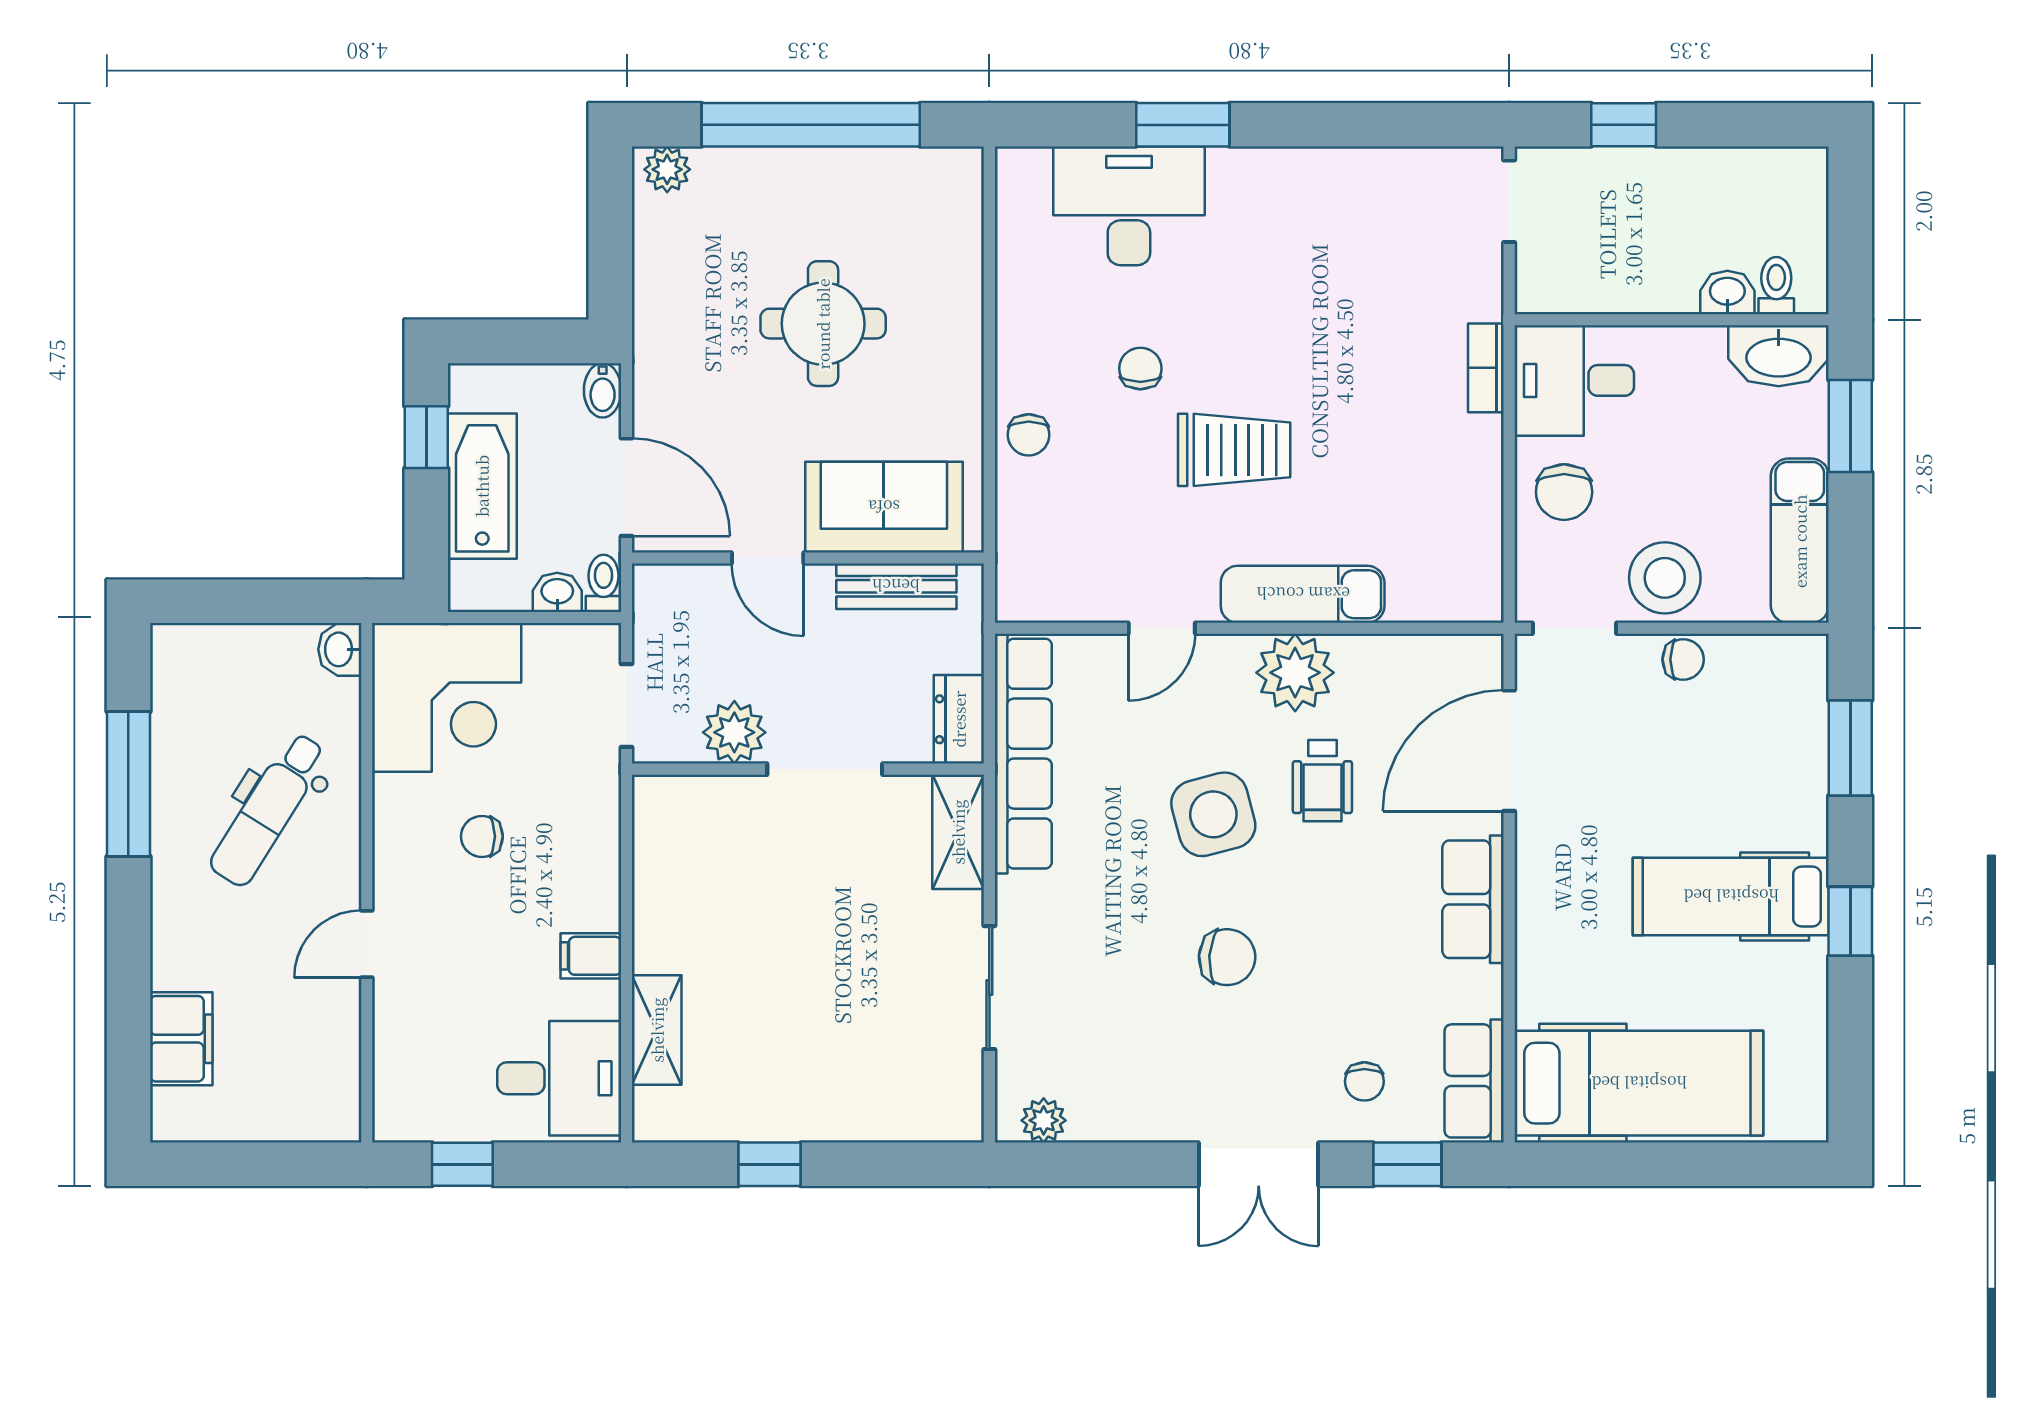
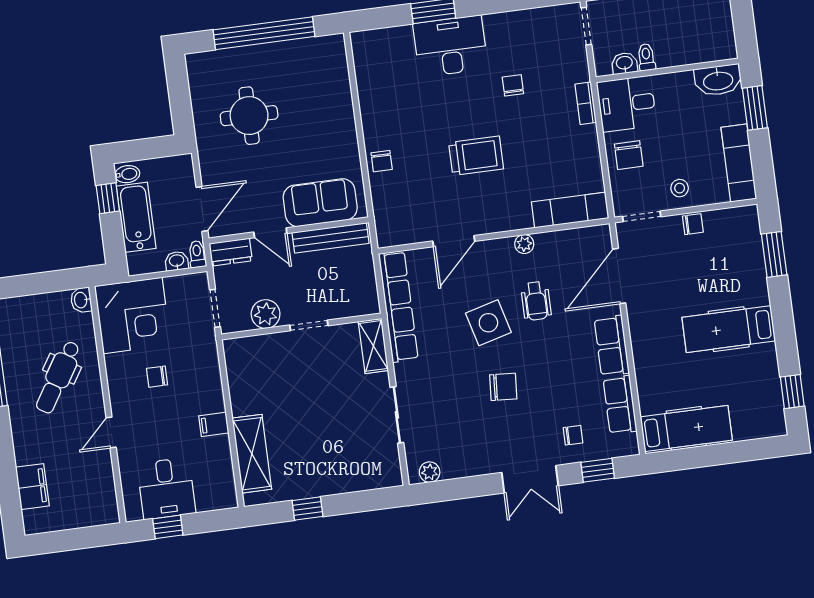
plant: (667, 169) -> (201, 62), removed
desk: (1129, 206) -> (450, 46), moved
toilet: (1776, 286) -> (646, 57), moved
washbasin: (1727, 292) -> (624, 63), moved
round table: (823, 324) -> (249, 116), moved
chair: (1140, 368) -> (513, 85), moved
bidet: (603, 390) -> (127, 174), moved, turned -90
door: (627, 487) -> (202, 209), hinge flipped
stool: (1665, 578) -> (680, 188), width x0.53, depth x0.53
bench: (896, 586) -> (331, 238), width x1.36
exam couch: (1303, 594) -> (570, 210), moved
door: (1162, 628) -> (454, 241), width x1.37
plant: (1295, 673) -> (524, 244), width x0.53, depth x0.53
dresser: (959, 719) -> (231, 252), moved, turned -90
doorway: (825, 769) -> (309, 325), width x0.73
window: (1850, 921) -> (792, 392), moved
shelving: (657, 1030) -> (252, 454), width x1.50, depth x1.33
desk: (559, 1078) -> (166, 488), moved, turned 90
chair: (1364, 1081) -> (573, 435), turned -90
row of seats: (1474, 1081) -> (620, 405), moved
hospital bed: (1639, 1083) -> (686, 428), width x0.73, depth x0.78

